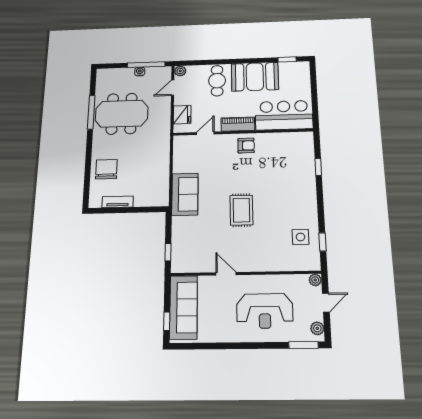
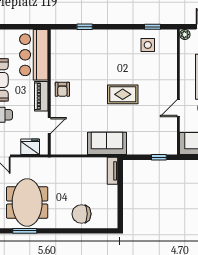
window: (91, 112) -> (25, 231), width x0.69
door: (205, 133) -> (49, 126), swing flipped
armchair: (246, 146) -> (62, 89), turned 180
tv unit: (118, 202) -> (113, 171), moved

